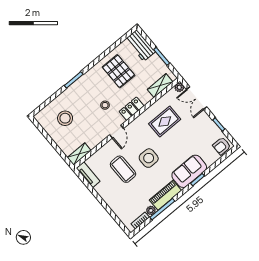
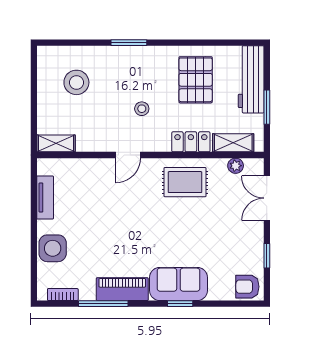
workbench: (140, 45) -> (251, 79), width x1.38
plant: (179, 87) -> (236, 166), moved
locker: (132, 109) -> (191, 142), moved
rug: (165, 121) -> (185, 182), moved
side table: (149, 158) -> (53, 248), moved
coffee table: (123, 169) -> (96, 210), removed
tv unit: (88, 175) -> (45, 197), moved
plant: (151, 210) -> (87, 293), removed

